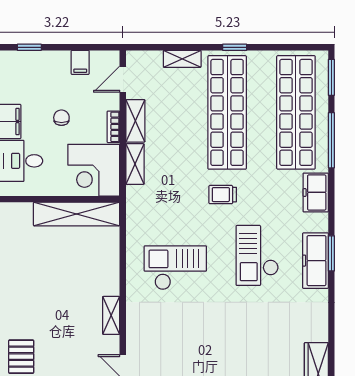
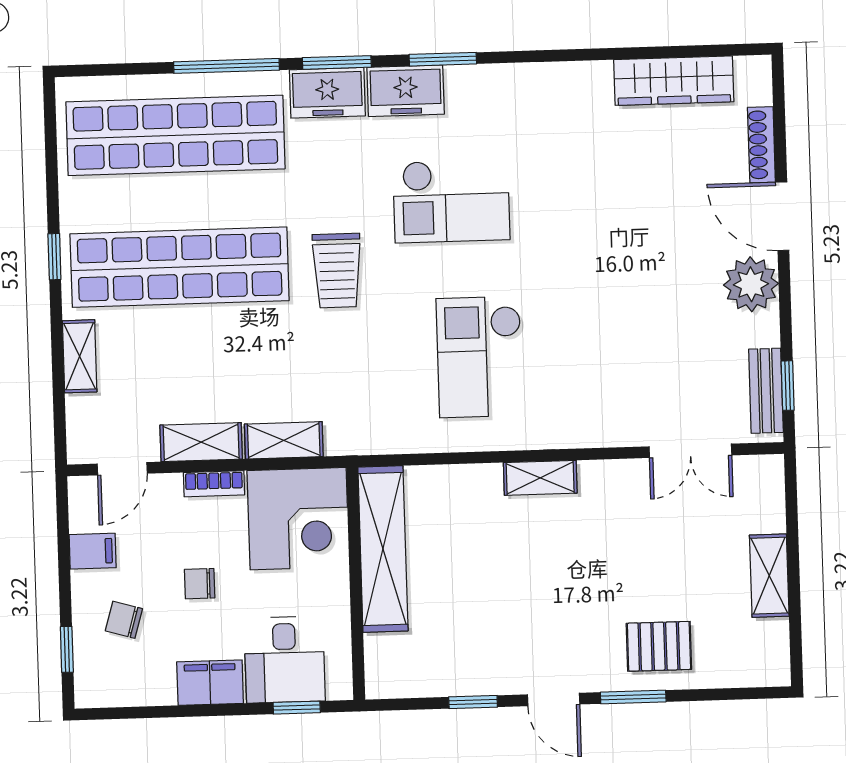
window: (331, 77) -> (337, 62), moved
chair: (44, 78) -> (124, 620), added
door: (123, 79) -> (122, 469), hinge flipped
trolley: (223, 195) -> (337, 271), width x1.36, depth x1.39
freezer: (315, 261) -> (406, 91), moved, width x0.71
shelving: (111, 315) -> (540, 478), moved

